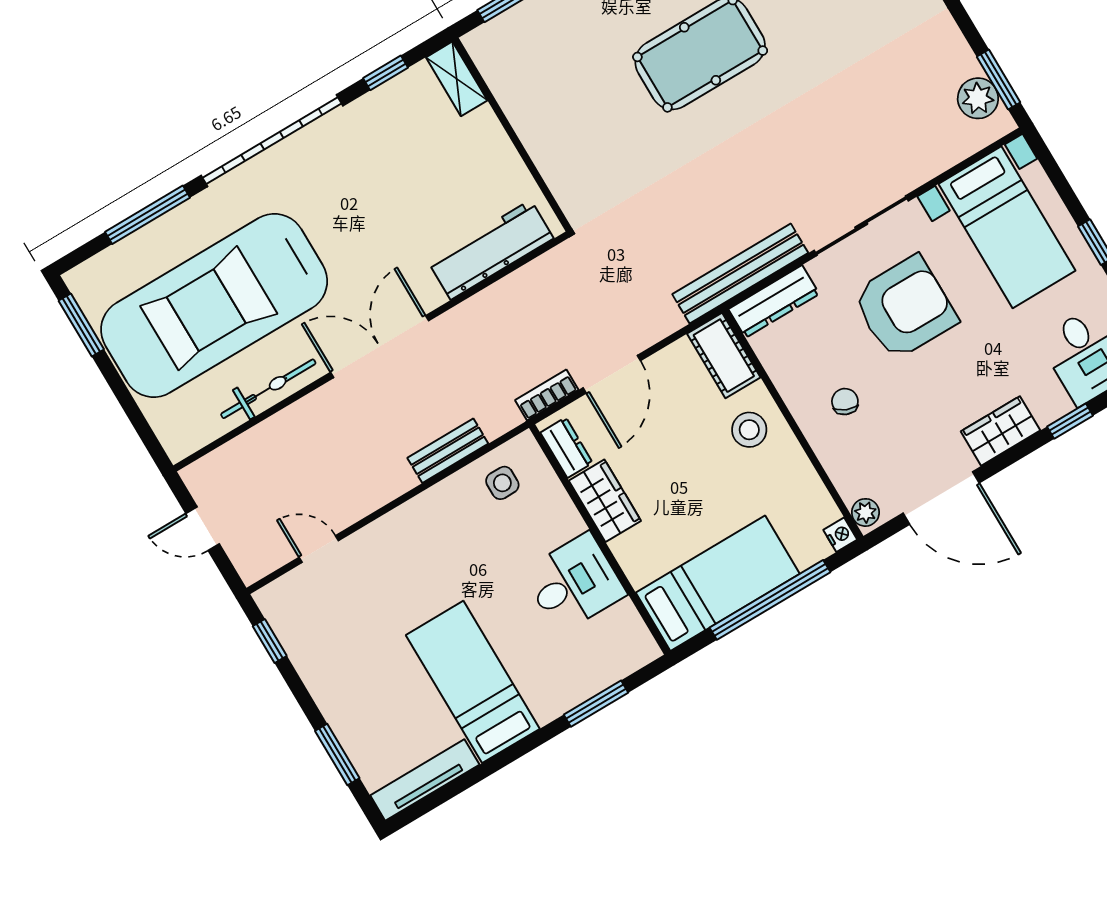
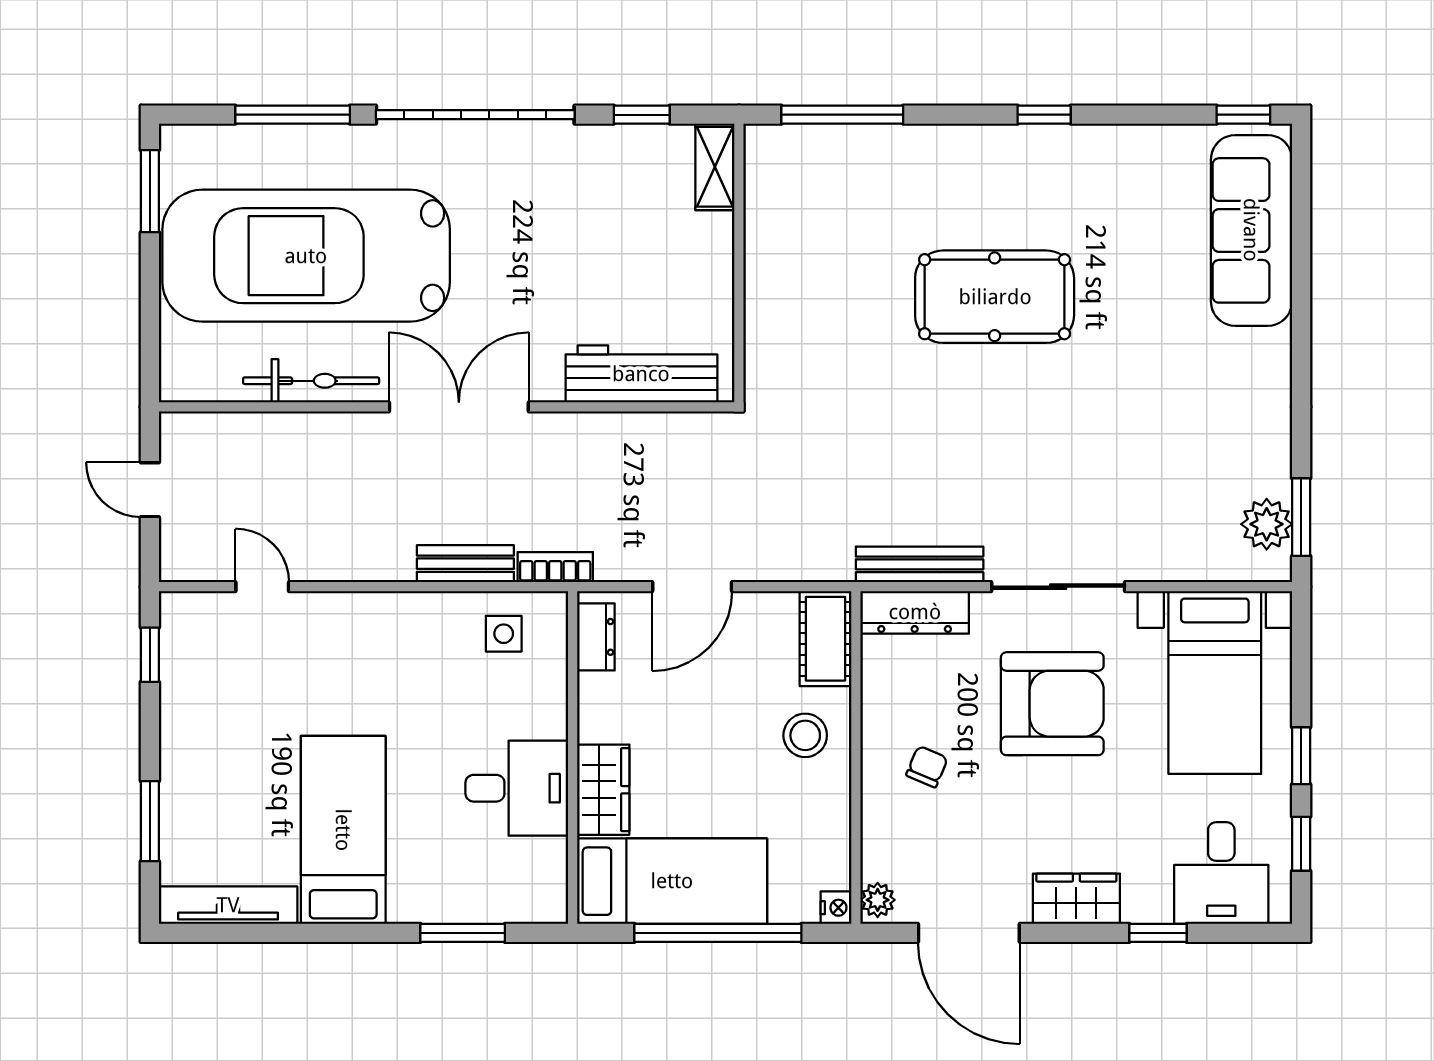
bench: (740, 274) -> (920, 564), width x0.73, depth x0.82
bookcase: (547, 395) -> (555, 567), moved
wardrobe: (605, 501) -> (603, 790), moved

